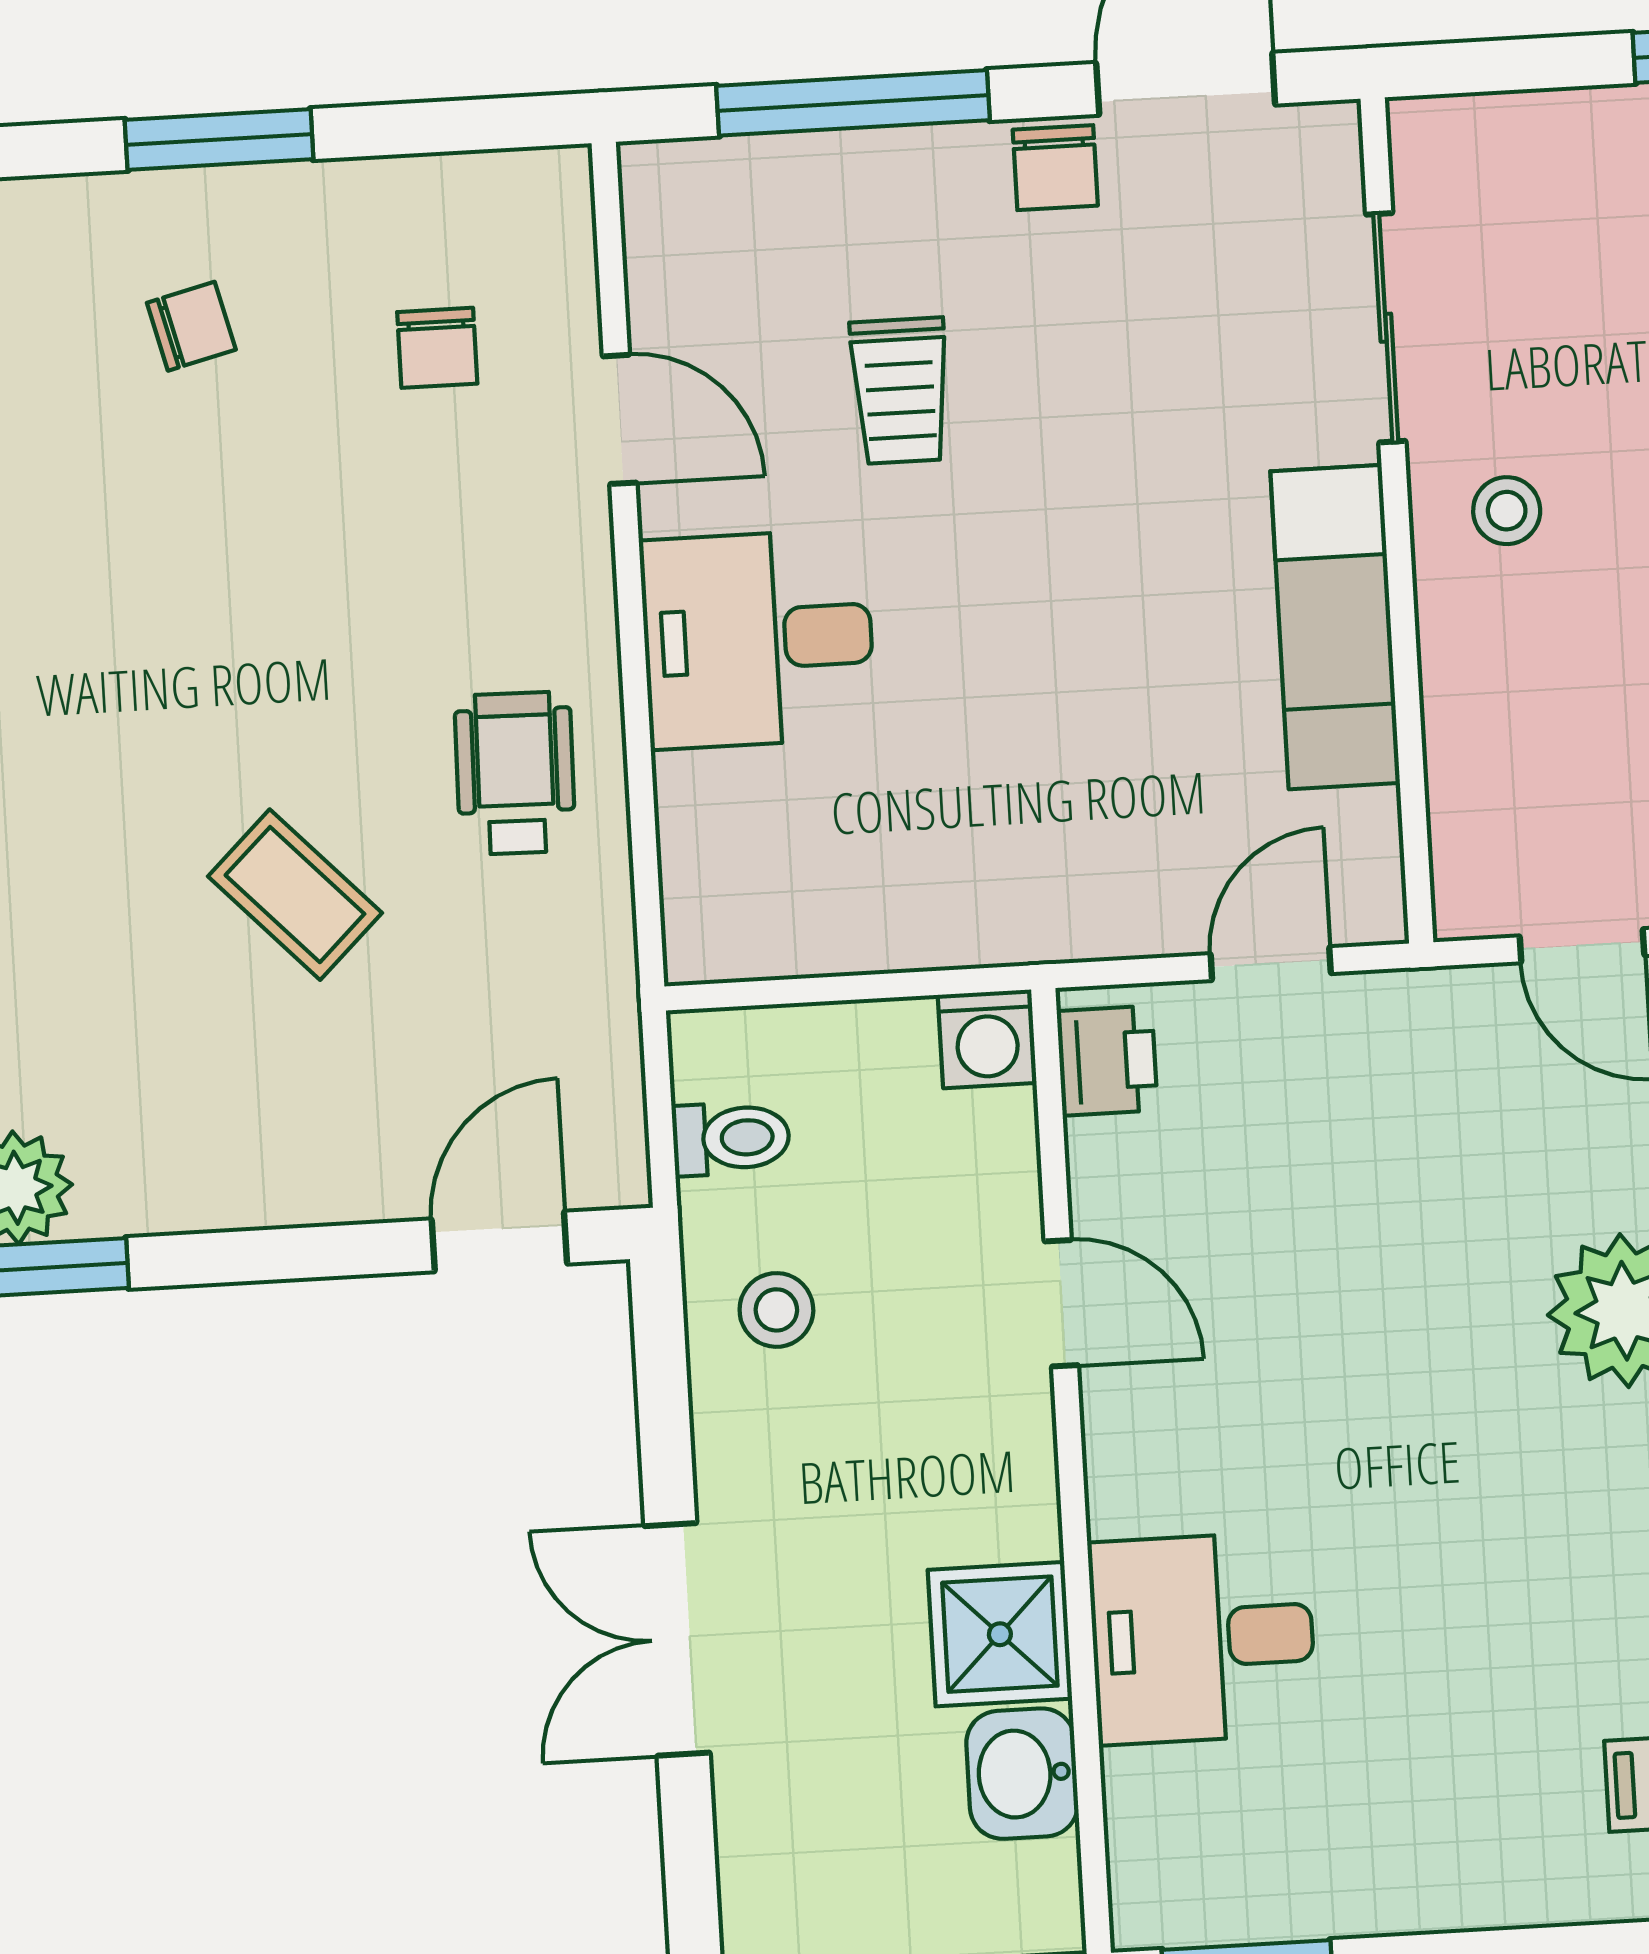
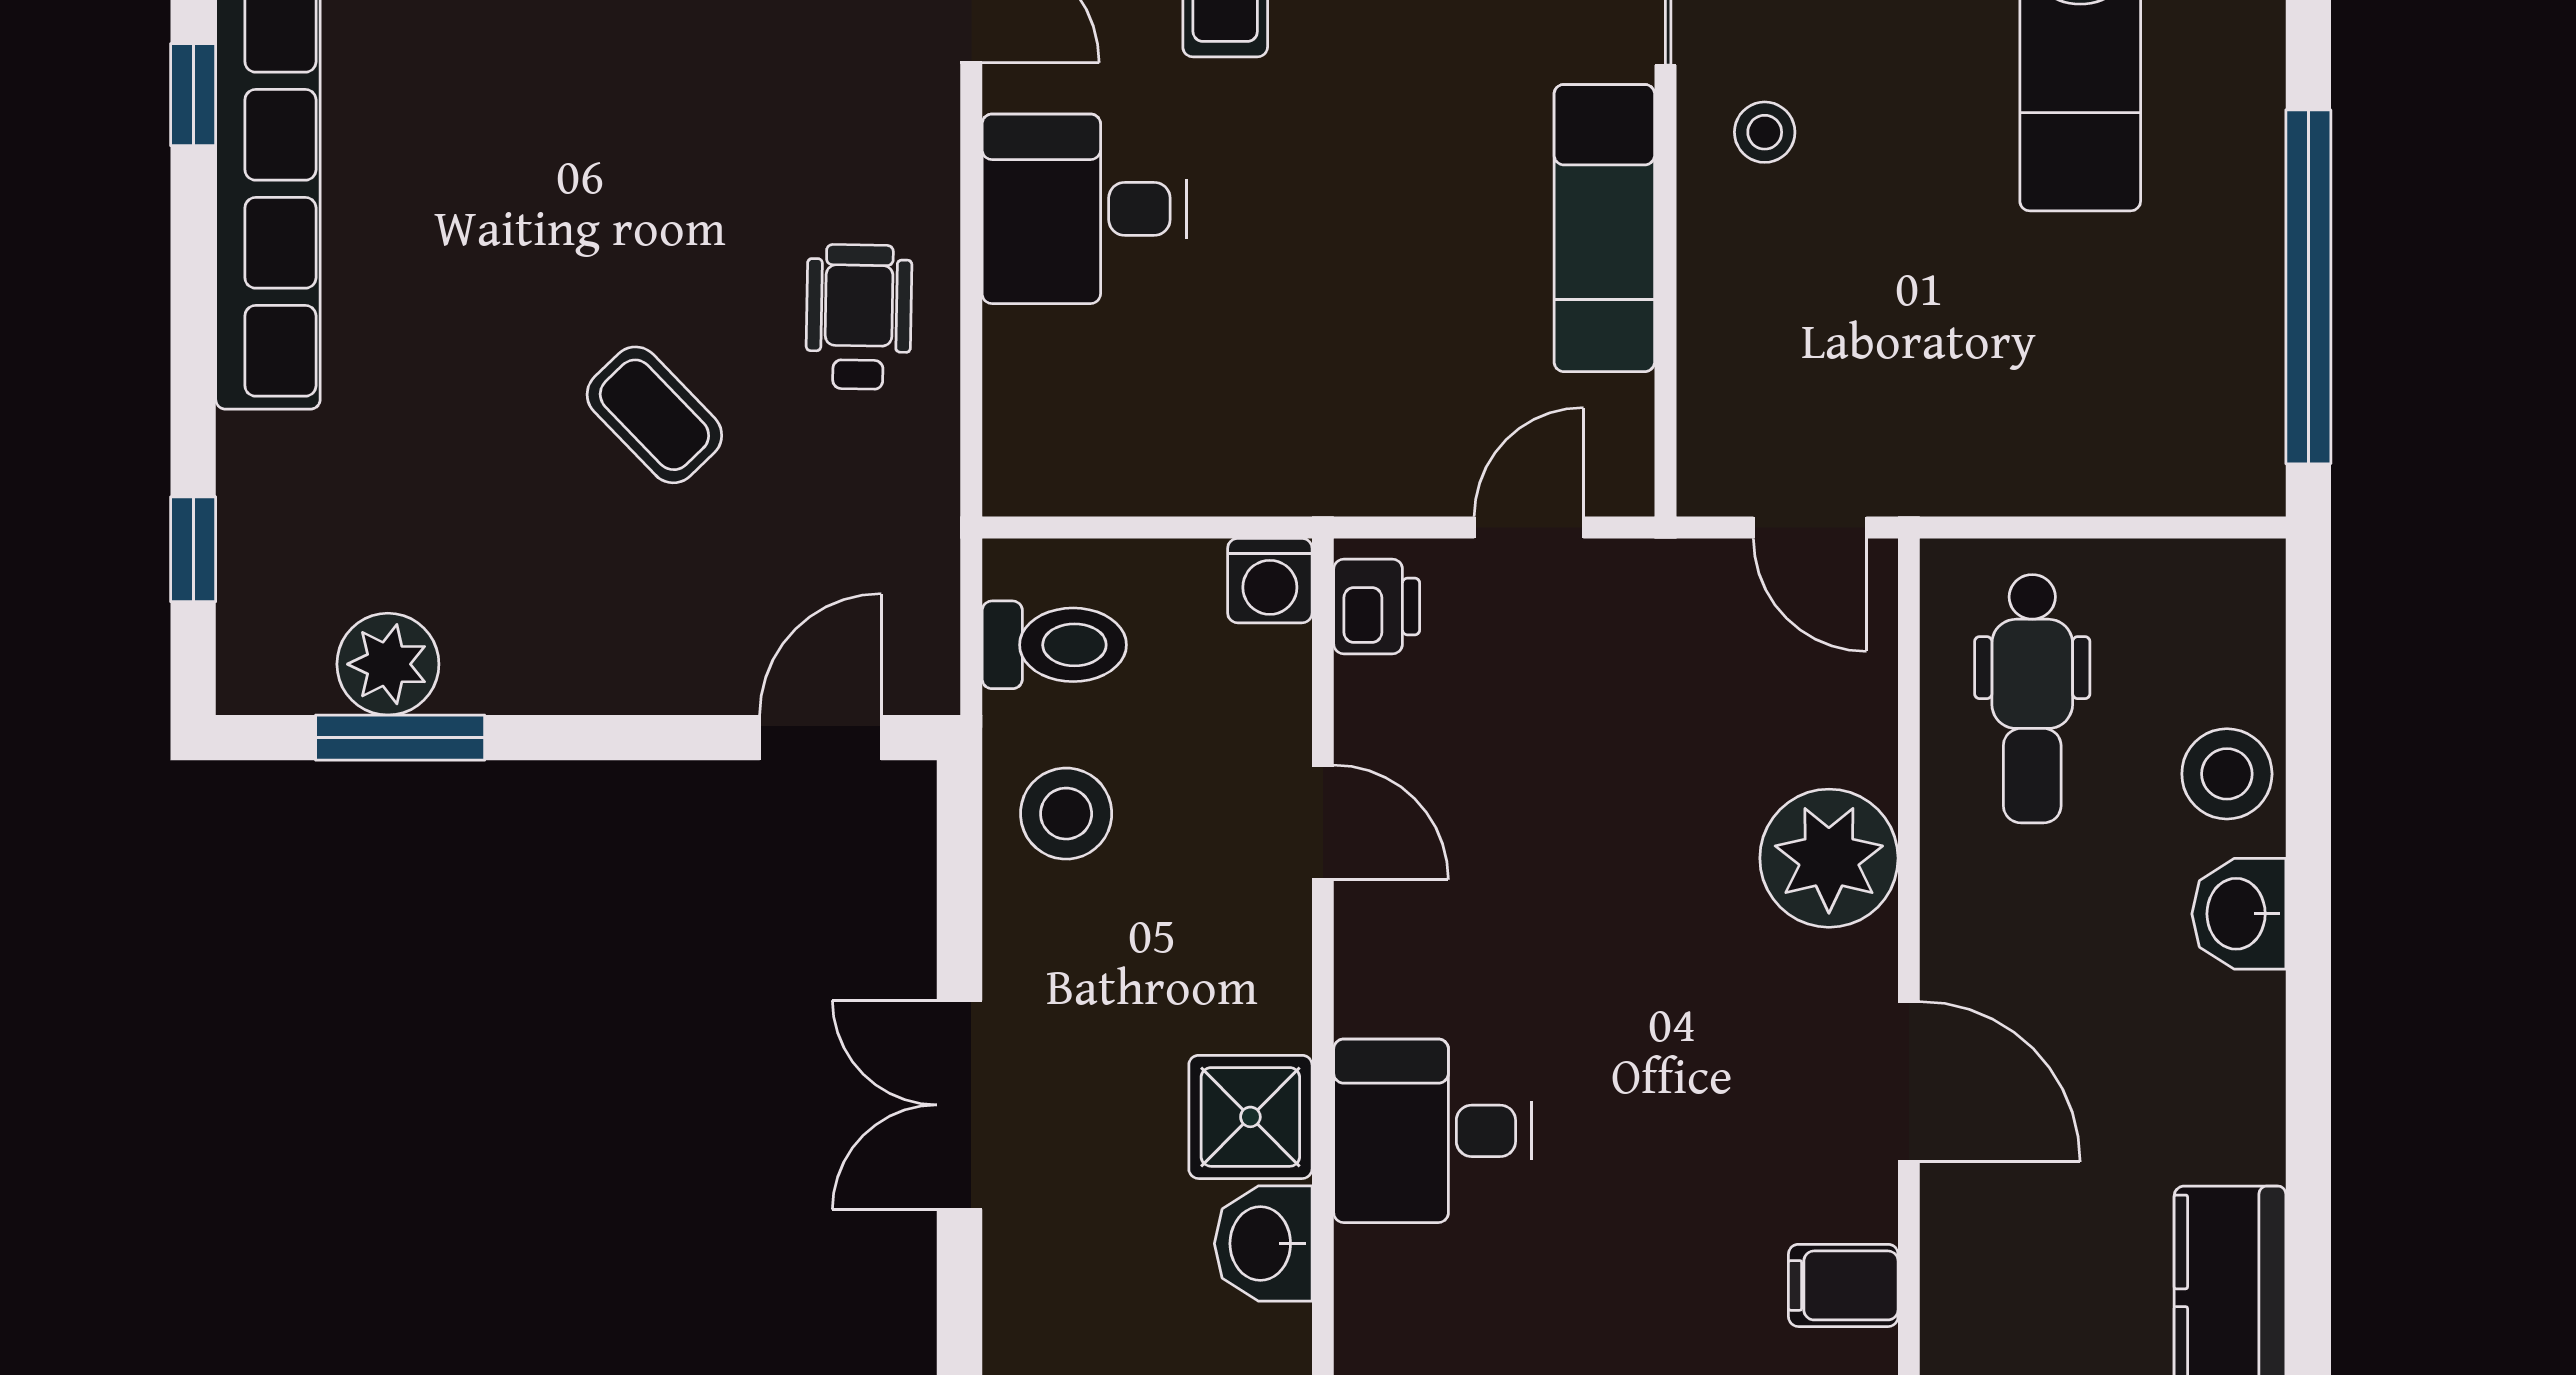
toilet: (731, 1138) -> (1054, 645), width x1.37, depth x1.39
stool: (776, 1310) -> (1066, 814), width x1.37, depth x1.37

